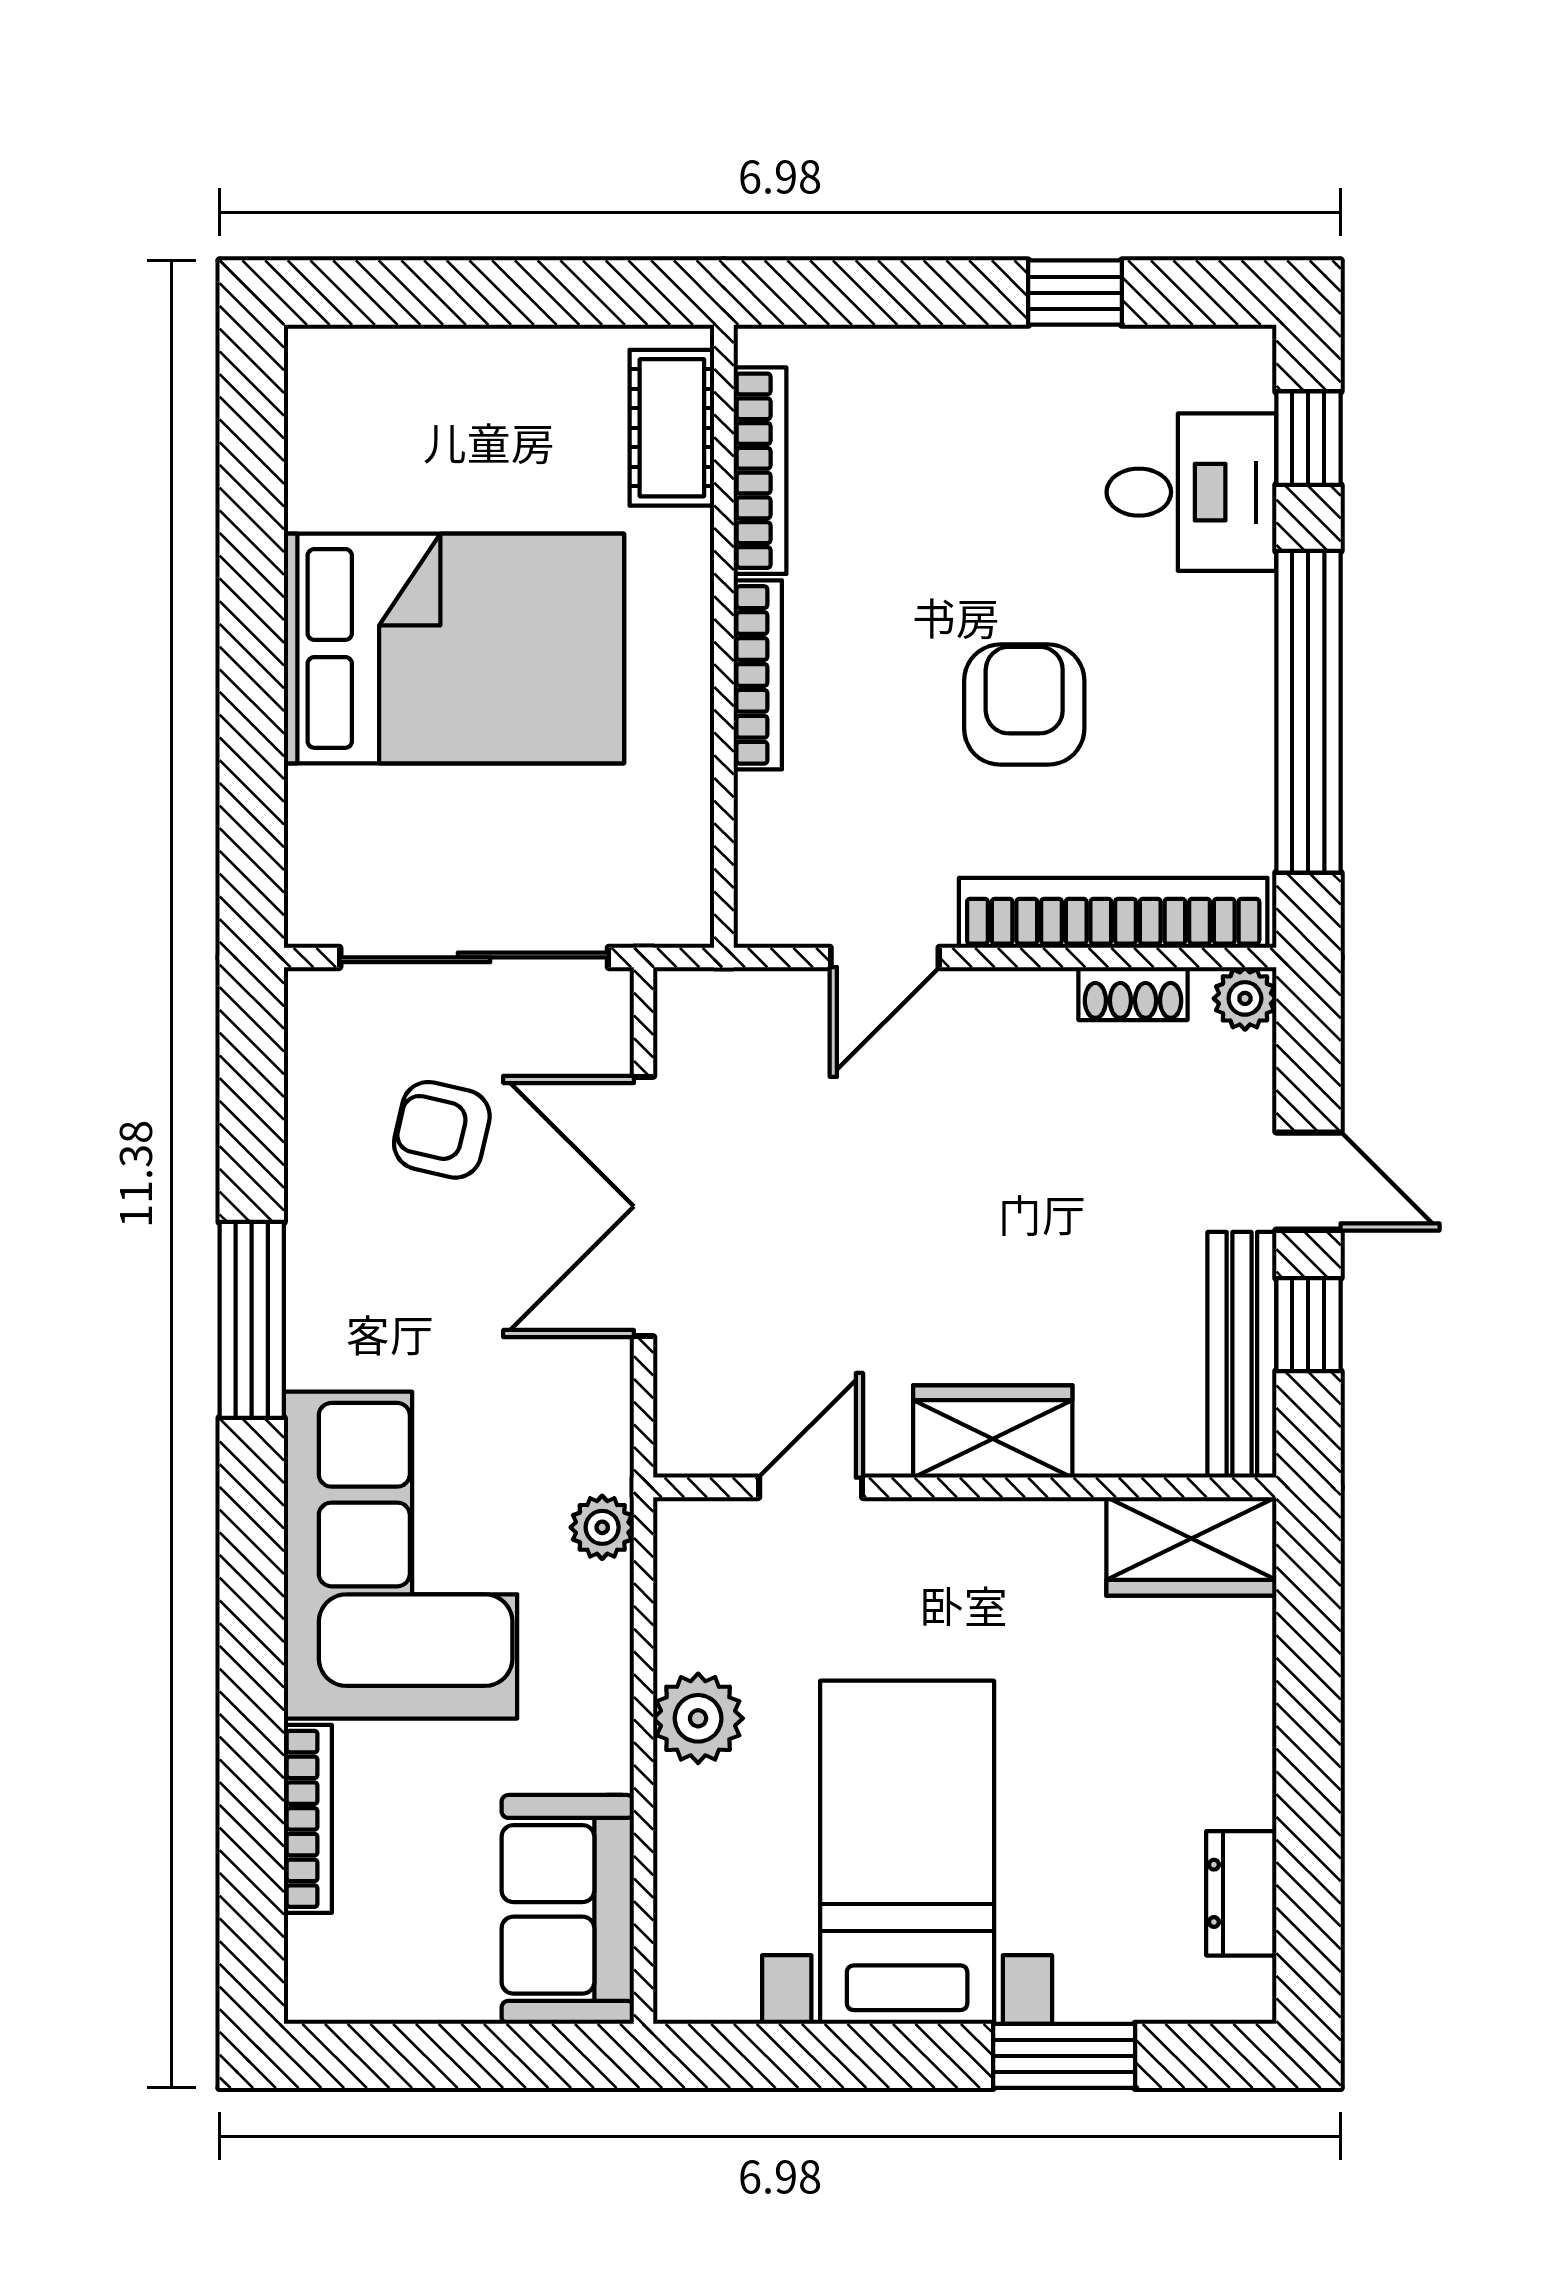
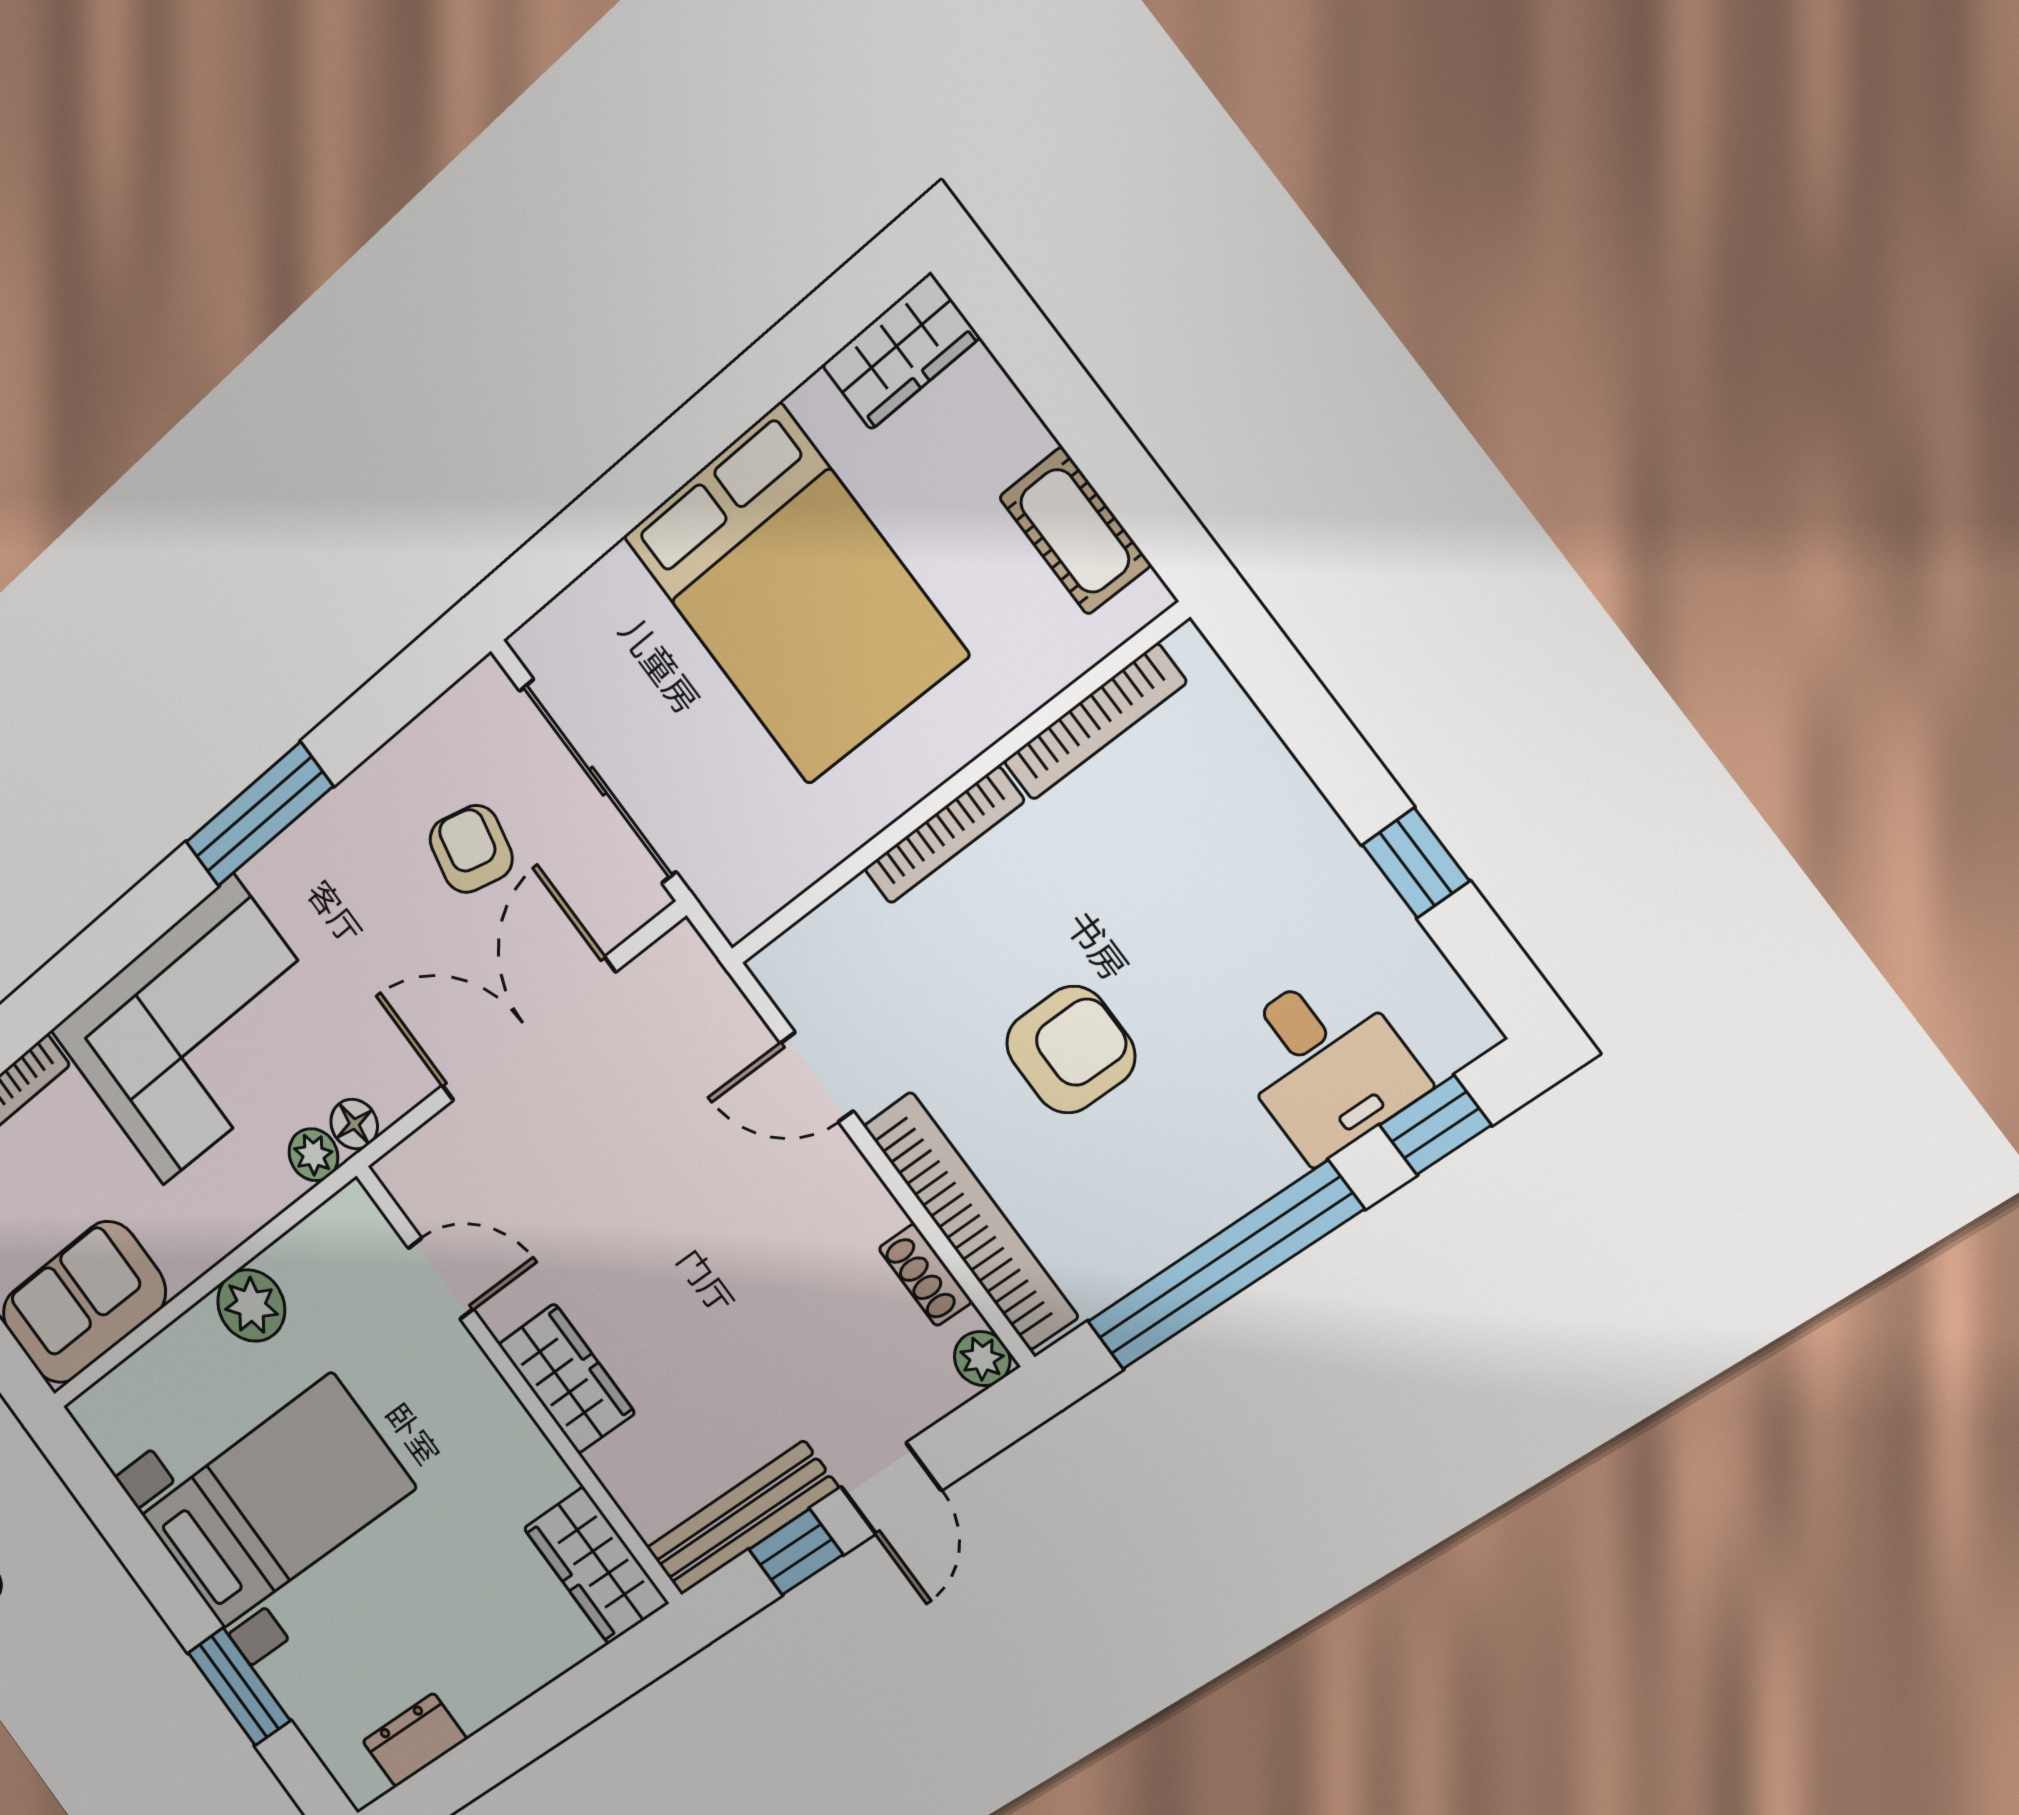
wardrobe: (327, 400) -> (900, 351), added
cot: (672, 428) -> (1075, 531), moved, turned 90
floor lamp: (604, 1459) -> (354, 1124), added

